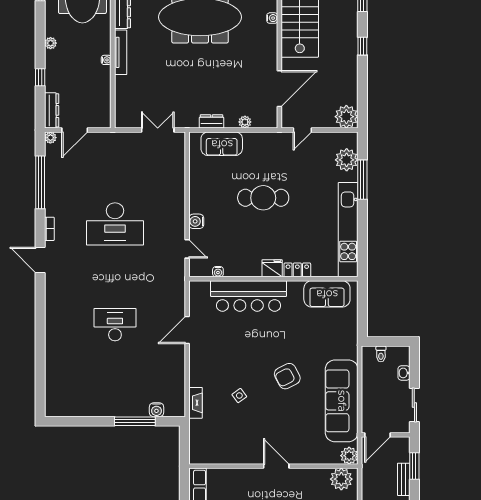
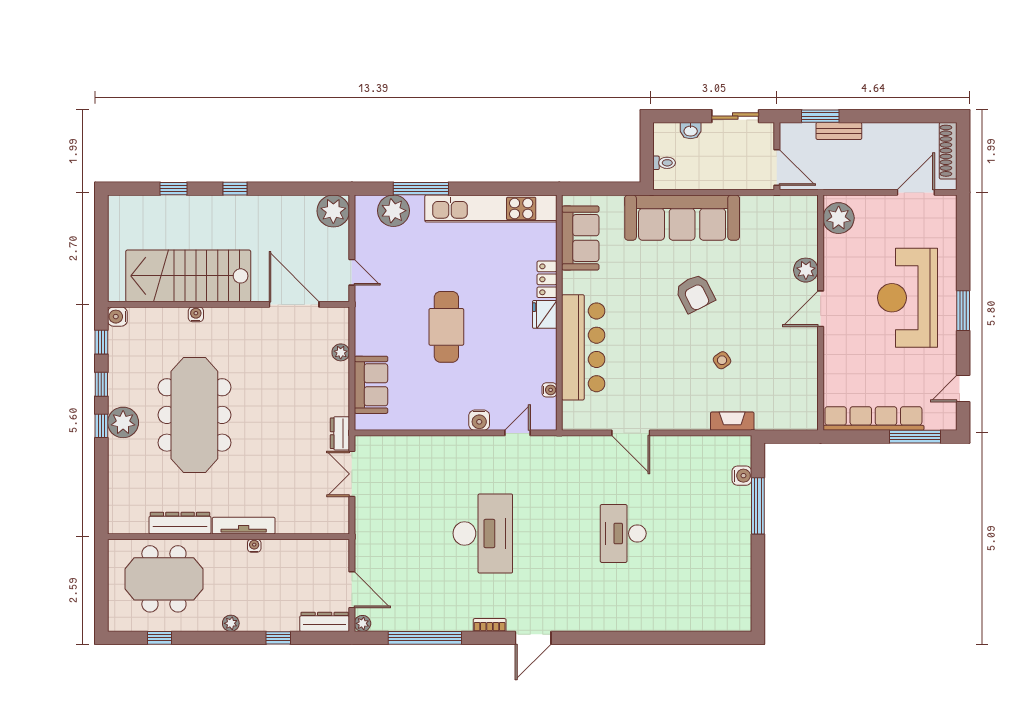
dresser: (211, 121) -> (340, 433), moved
sofa: (342, 401) -> (682, 218), moved
plant: (349, 456) -> (806, 270), moved

